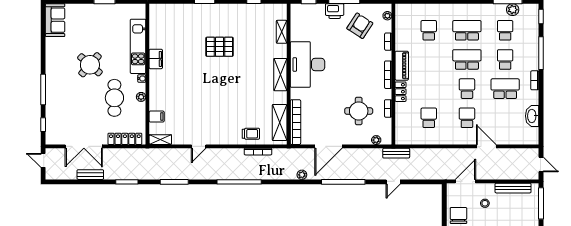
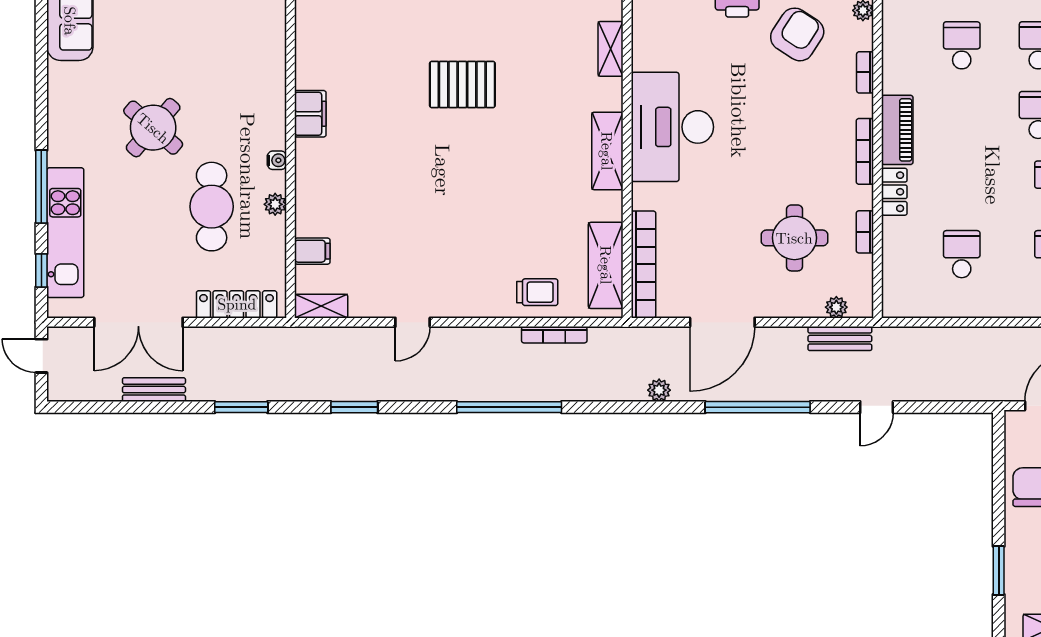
kitchen unit: (138, 46) -> (65, 233), moved, turned 180
bench: (396, 153) -> (840, 339), moved
window: (174, 182) -> (354, 407), width x0.69

